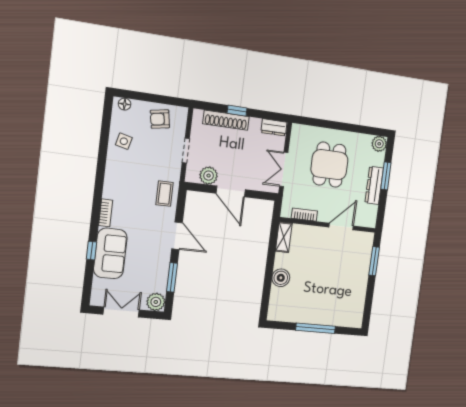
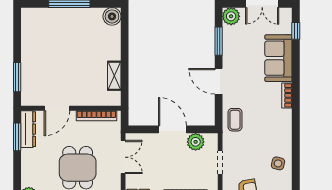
window: (386, 176) -> (17, 137), moved
dresser: (374, 185) -> (28, 129), moved
bookcase: (304, 215) -> (96, 116), width x1.56
shelving: (284, 237) -> (114, 76), moved
window: (91, 251) -> (296, 31), moved
boiler: (281, 278) -> (112, 16), moved

